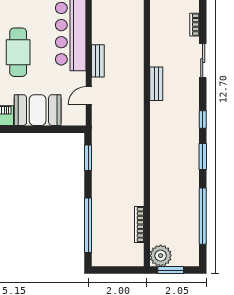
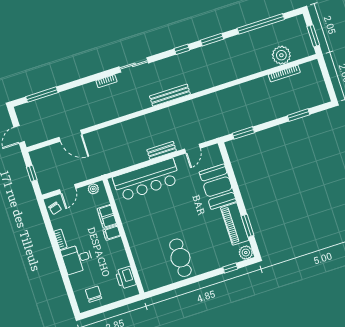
cafe table: (18, 52) -> (176, 218), removed
bench: (156, 84) -> (170, 95), width x1.36
door: (89, 96) -> (192, 149), hinge flipped
window: (88, 225) -> (298, 115), width x0.47
plant: (161, 256) -> (281, 55), moved

